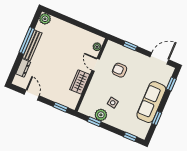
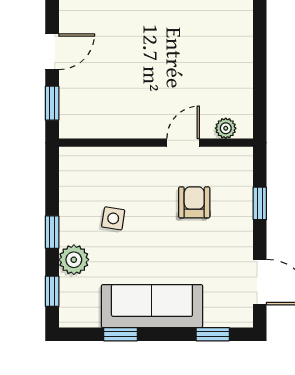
wardrobe: (80, 82) -> (128, 123), removed
door: (32, 95) -> (52, 52), moved
plant: (101, 115) -> (74, 260), moved
window: (94, 122) -> (52, 232), moved

